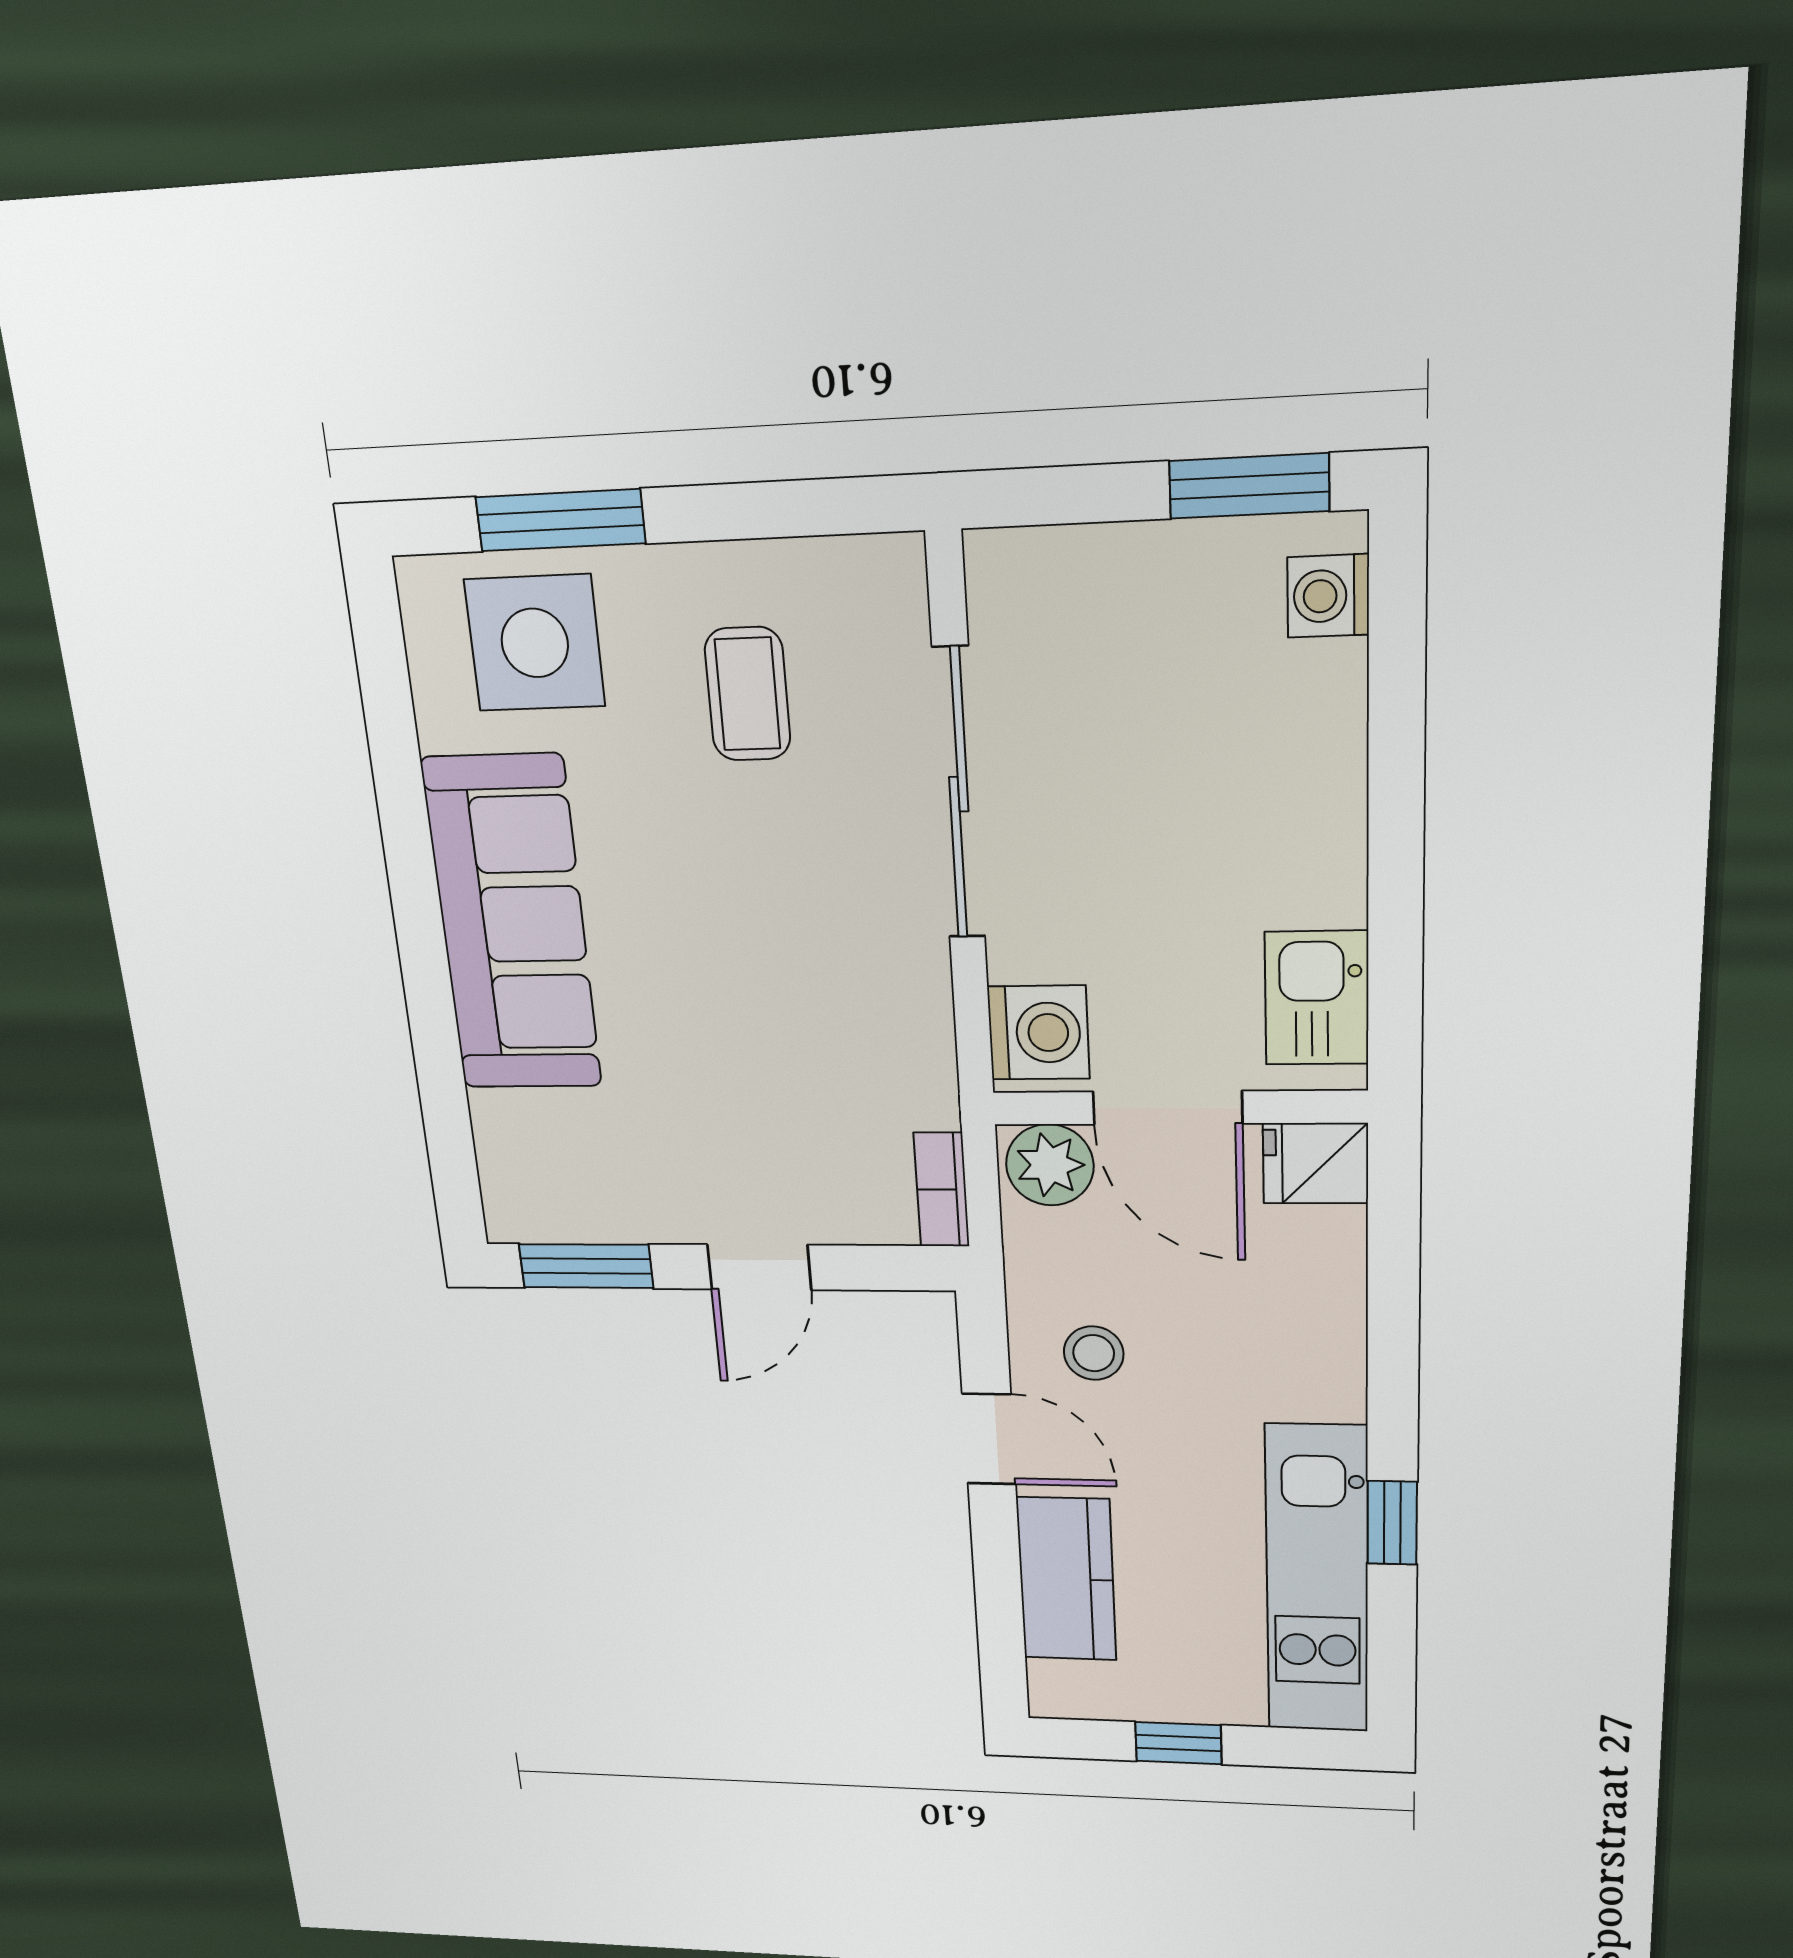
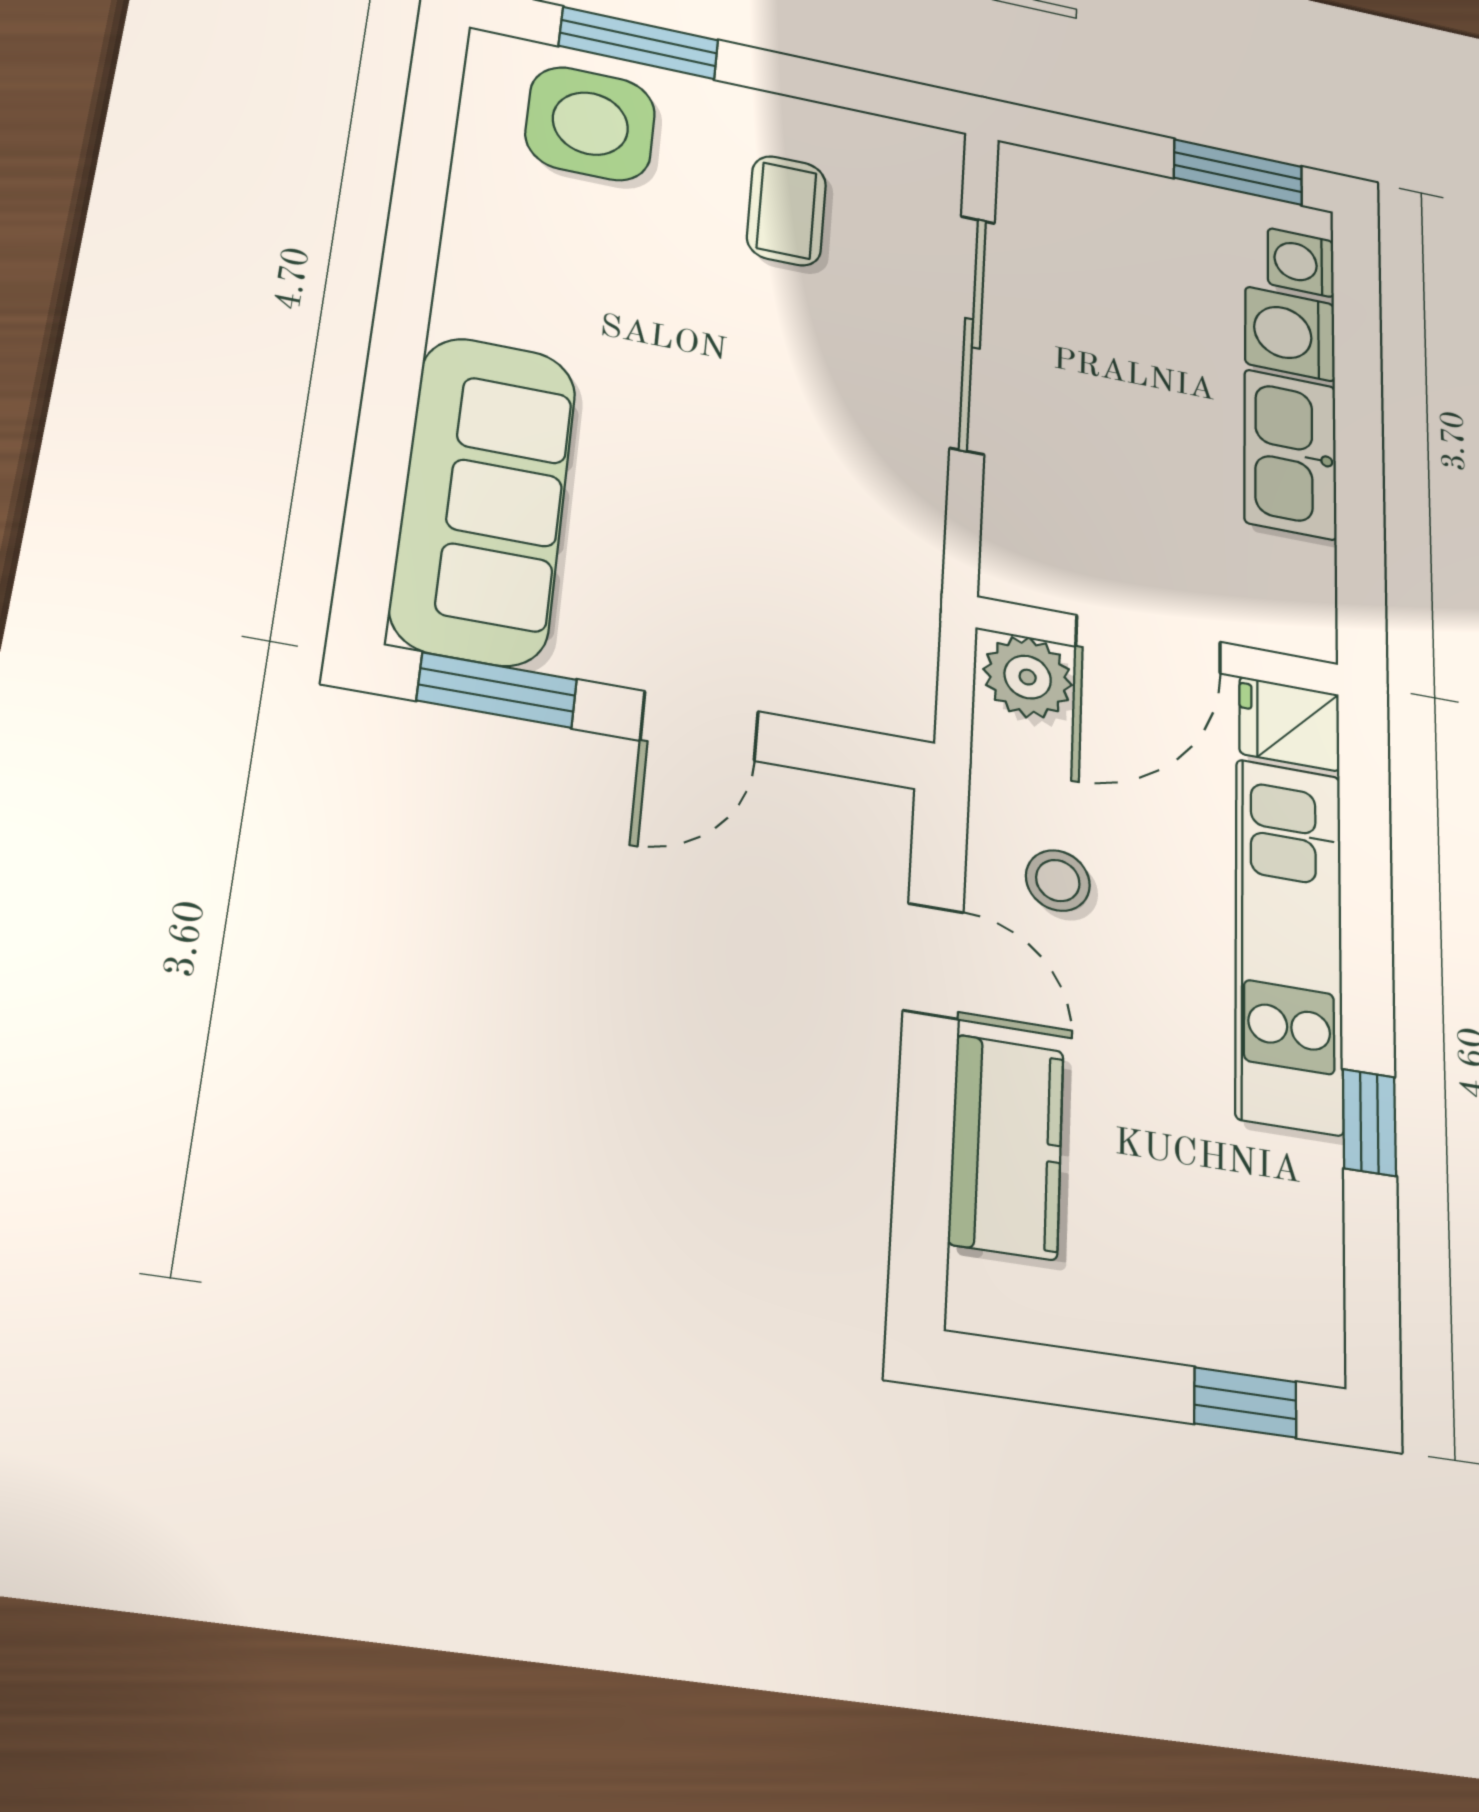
sofa: (512, 924) -> (484, 499), moved
kitchen sink: (1317, 998) -> (1290, 454), moved, width x1.38
washing machine: (1038, 1033) -> (1290, 334), moved, turned 180
door: (1168, 1108) -> (1148, 644), hinge flipped
bookcase: (942, 1190) -> (913, 681), removed
kitchen unit: (1317, 1580) -> (1289, 944), moved
window: (1178, 1743) -> (1245, 1403), moved

